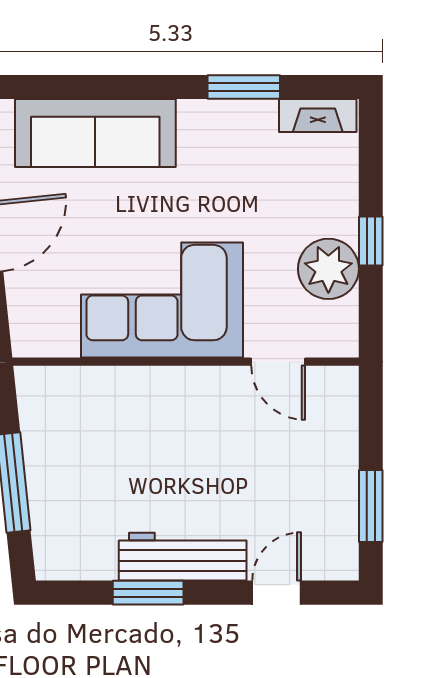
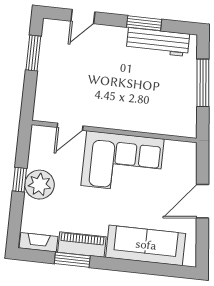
piano: (227, 121) -> (82, 245), added
plant: (328, 269) -> (40, 185), moved
door: (278, 362) -> (70, 127), swing flipped
workbench: (183, 557) -> (158, 42), moved

